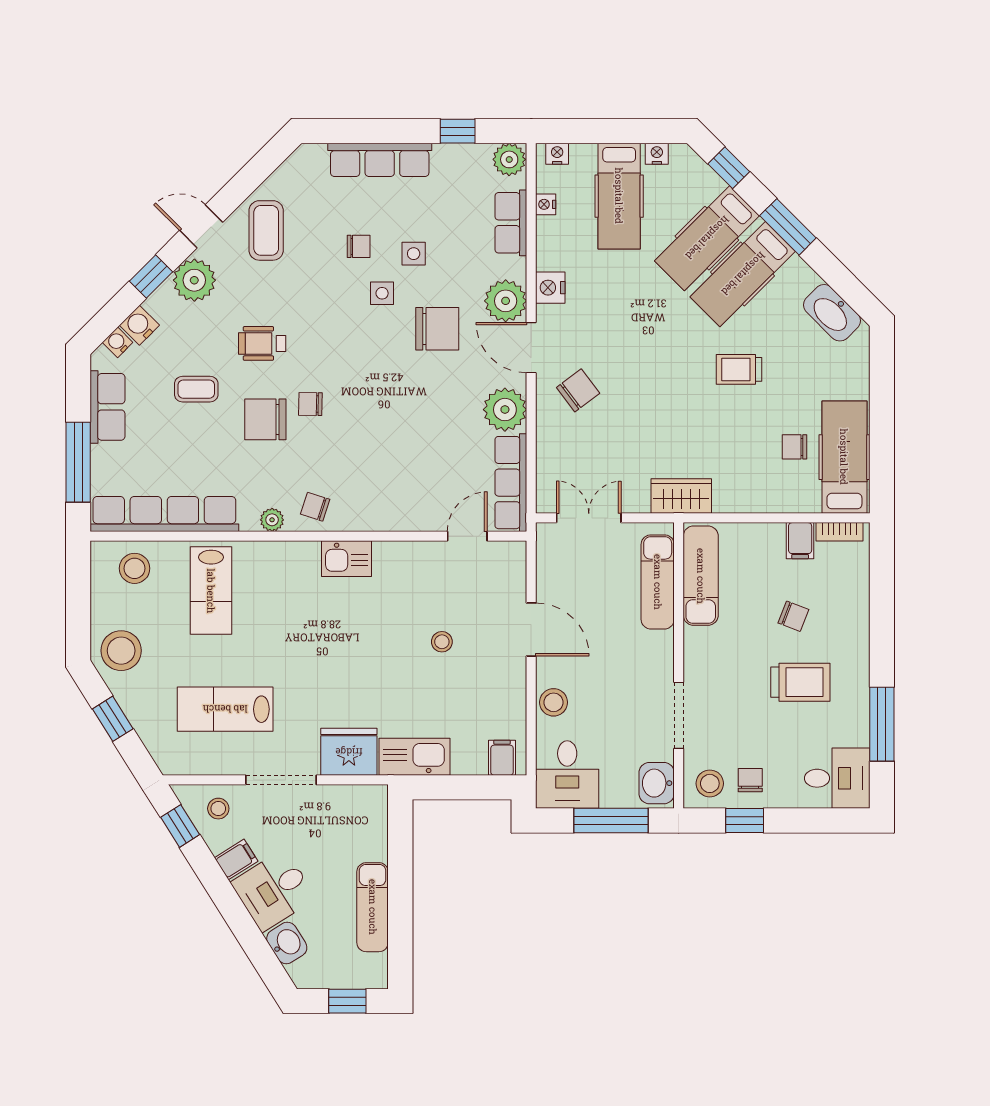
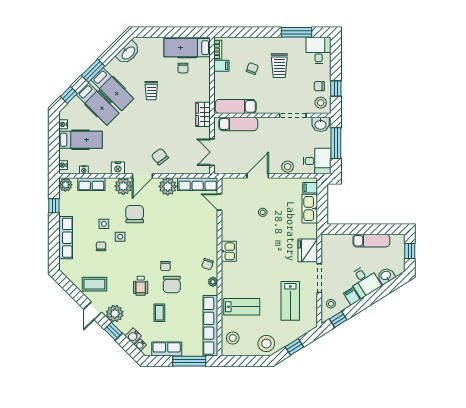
trolley: (800, 682) -> (279, 66), turned 180
kitchen sink: (415, 757) -> (310, 209), moved

